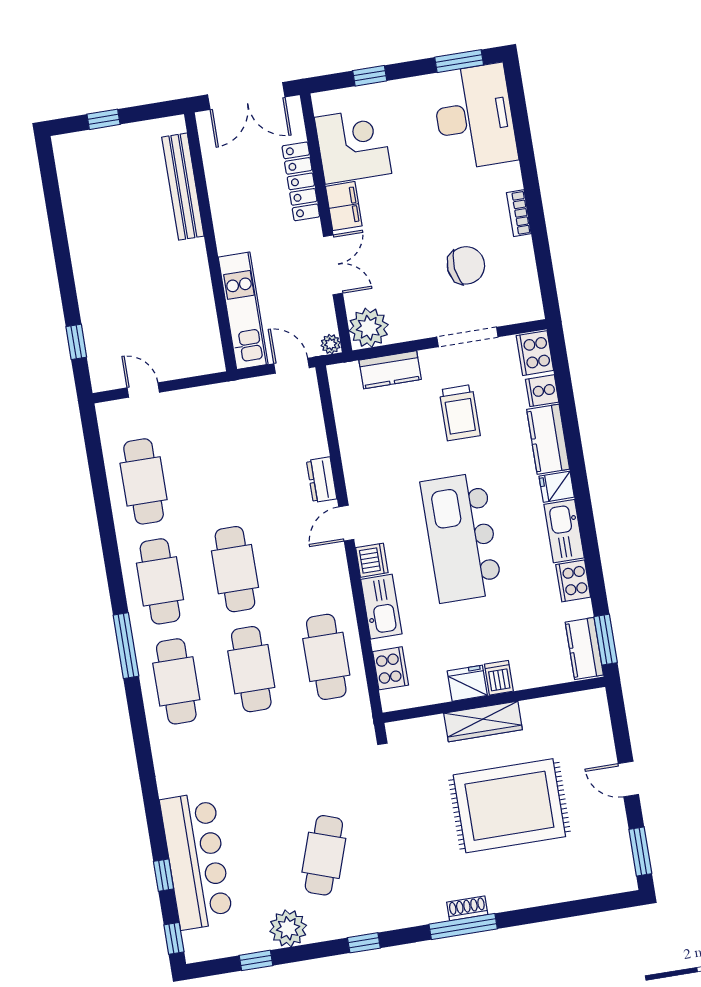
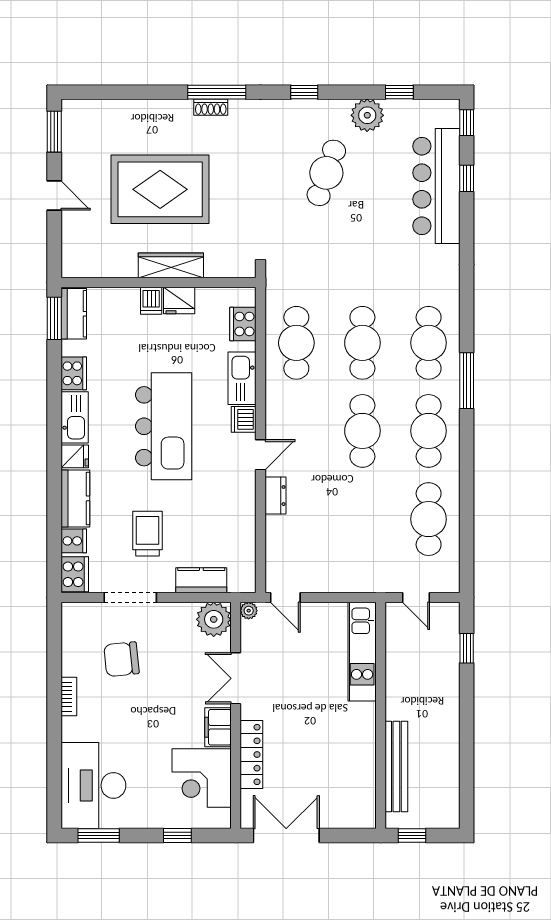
bench: (183, 187) -> (396, 767), moved
wall: (210, 242) -> (381, 715), moved
kitchen unit: (243, 311) -> (362, 652), moved

